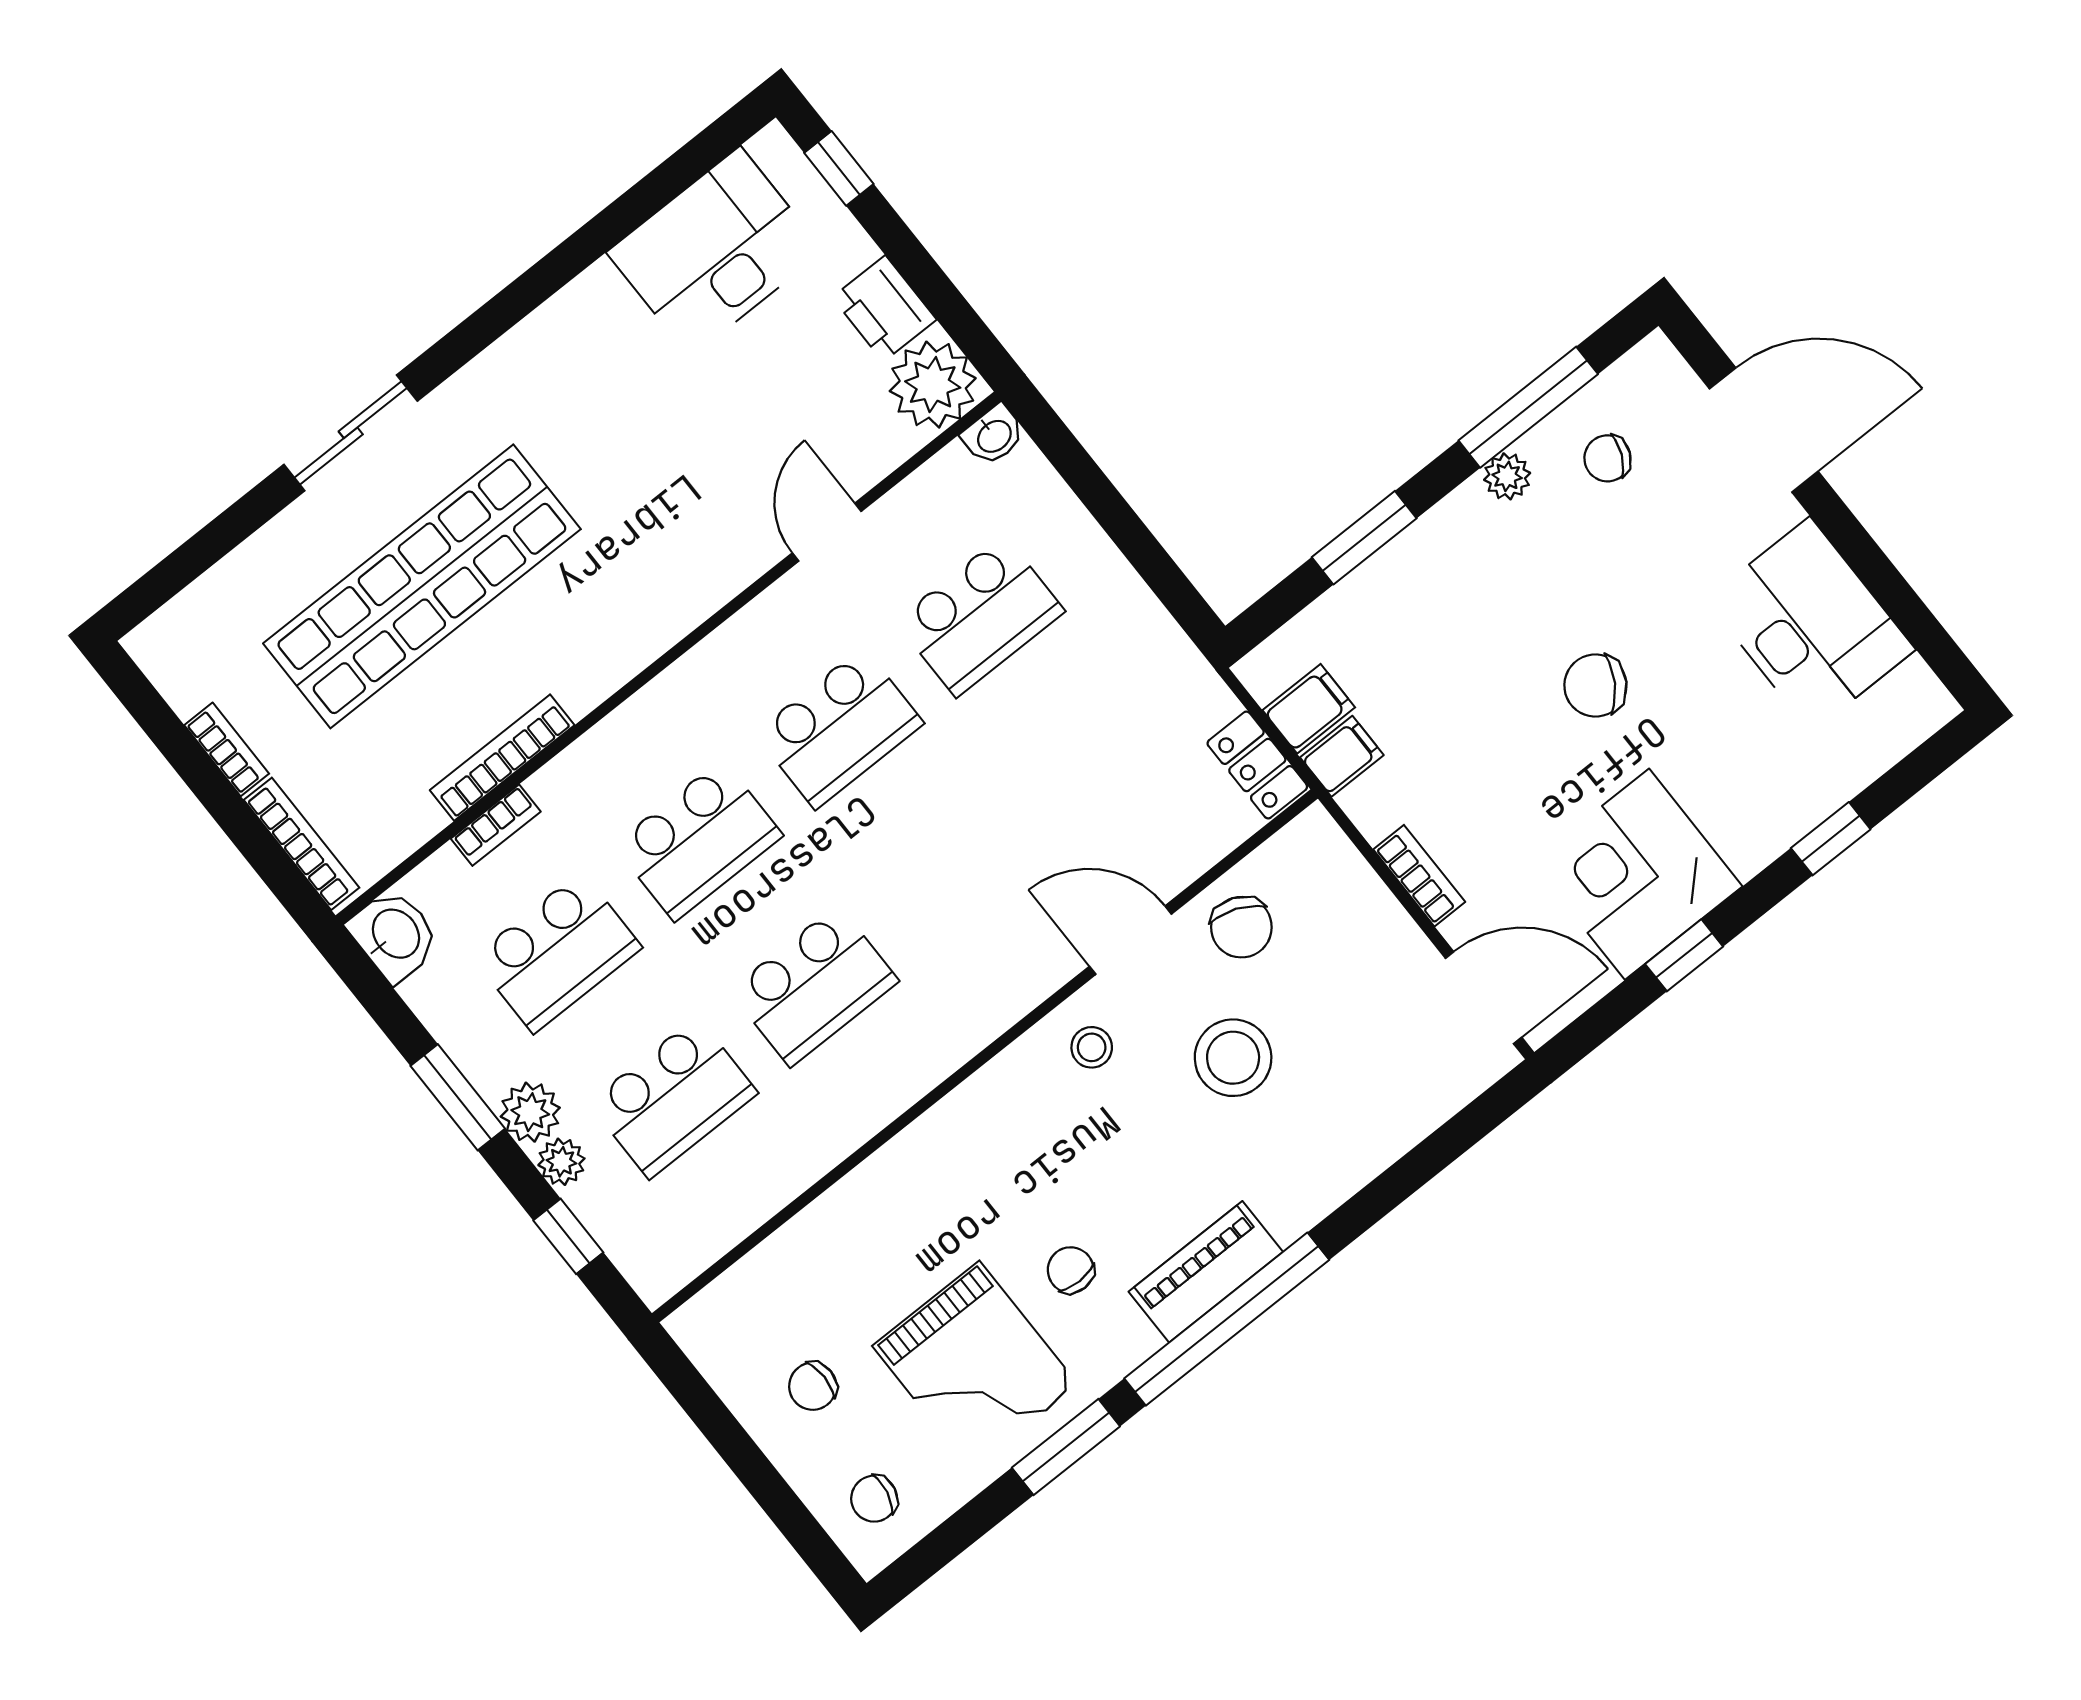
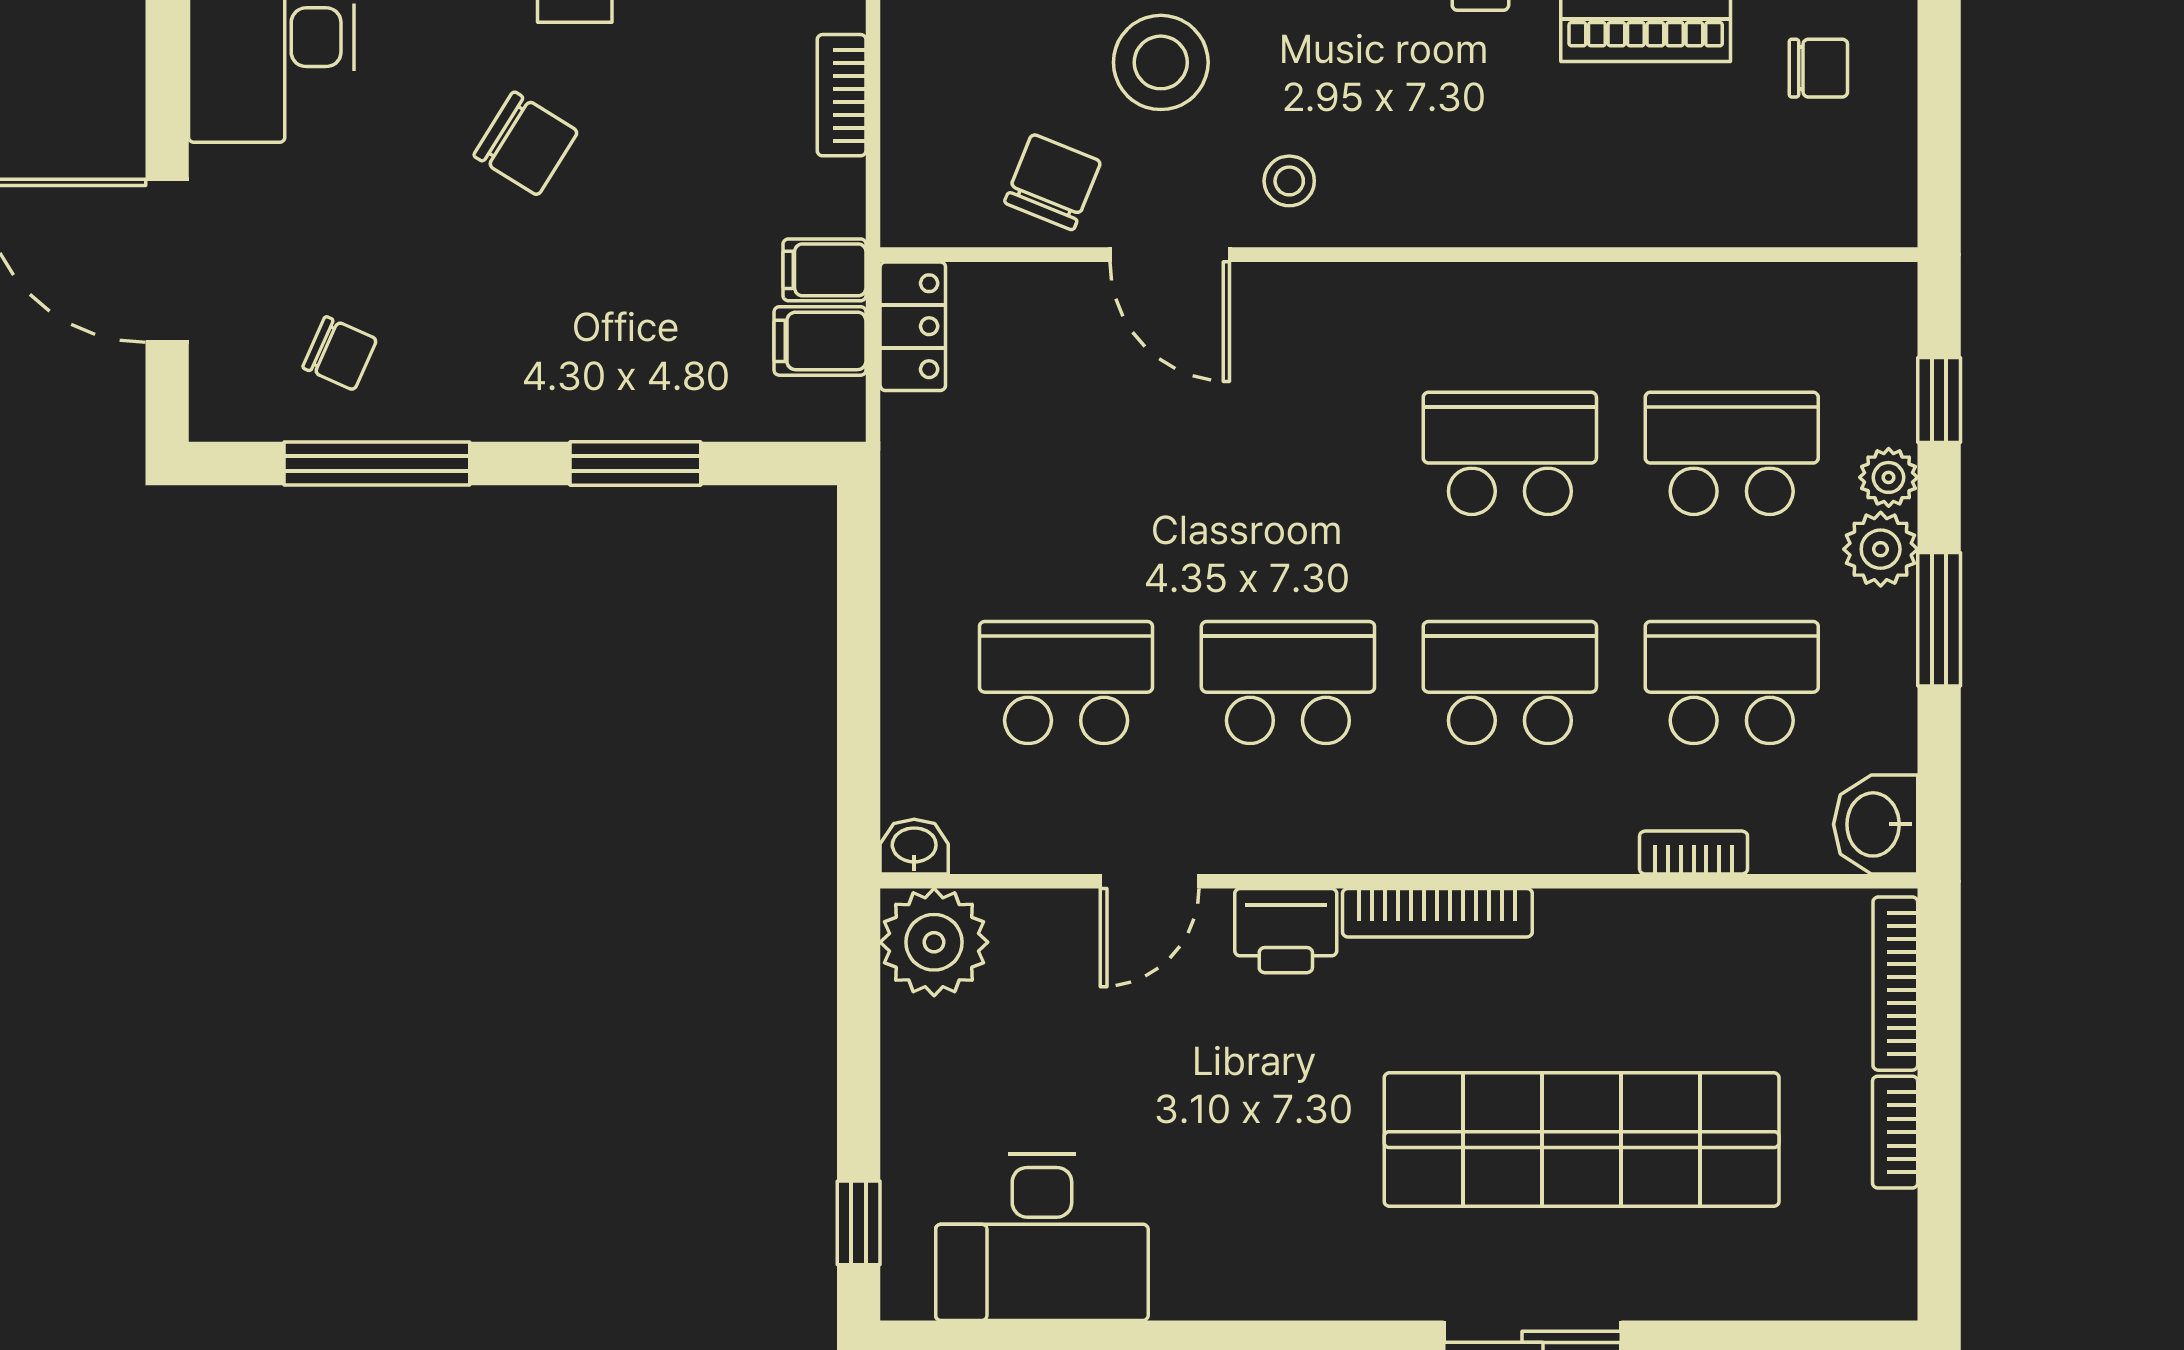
printer: (884, 309) -> (1286, 931), moved, turned 90
plant: (1507, 476) -> (450, 413), removed
bookcase: (502, 758) -> (1437, 913), moved

